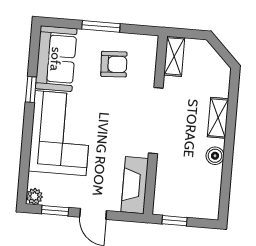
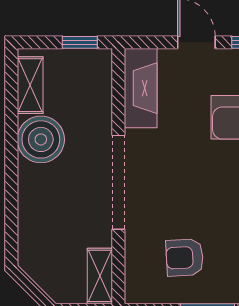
shelving: (218, 118) -> (30, 85), moved
boiler: (215, 156) -> (41, 139), width x1.86, depth x1.86

